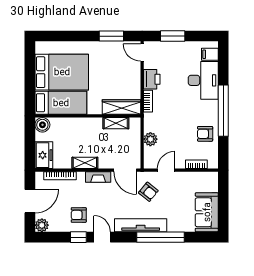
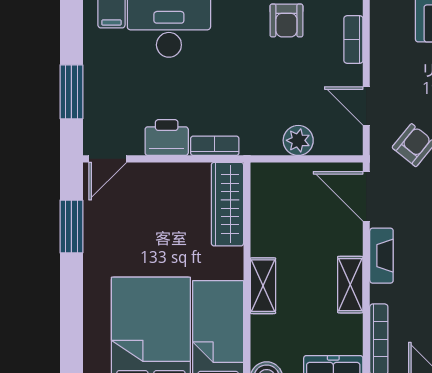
shelving: (116, 123) -> (263, 286), moved
door: (125, 170) -> (366, 196), swing flipped

